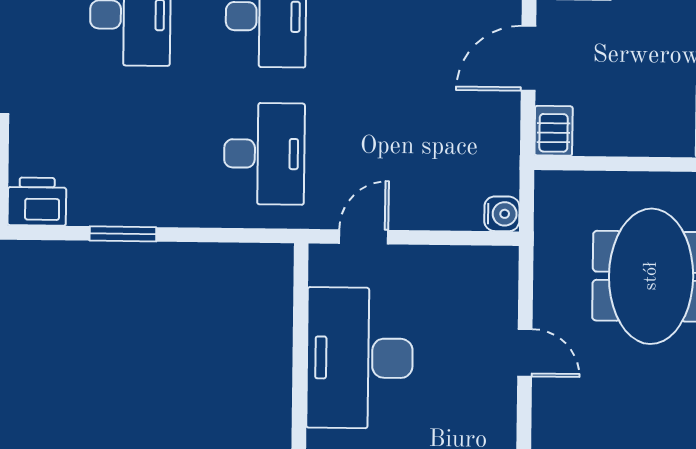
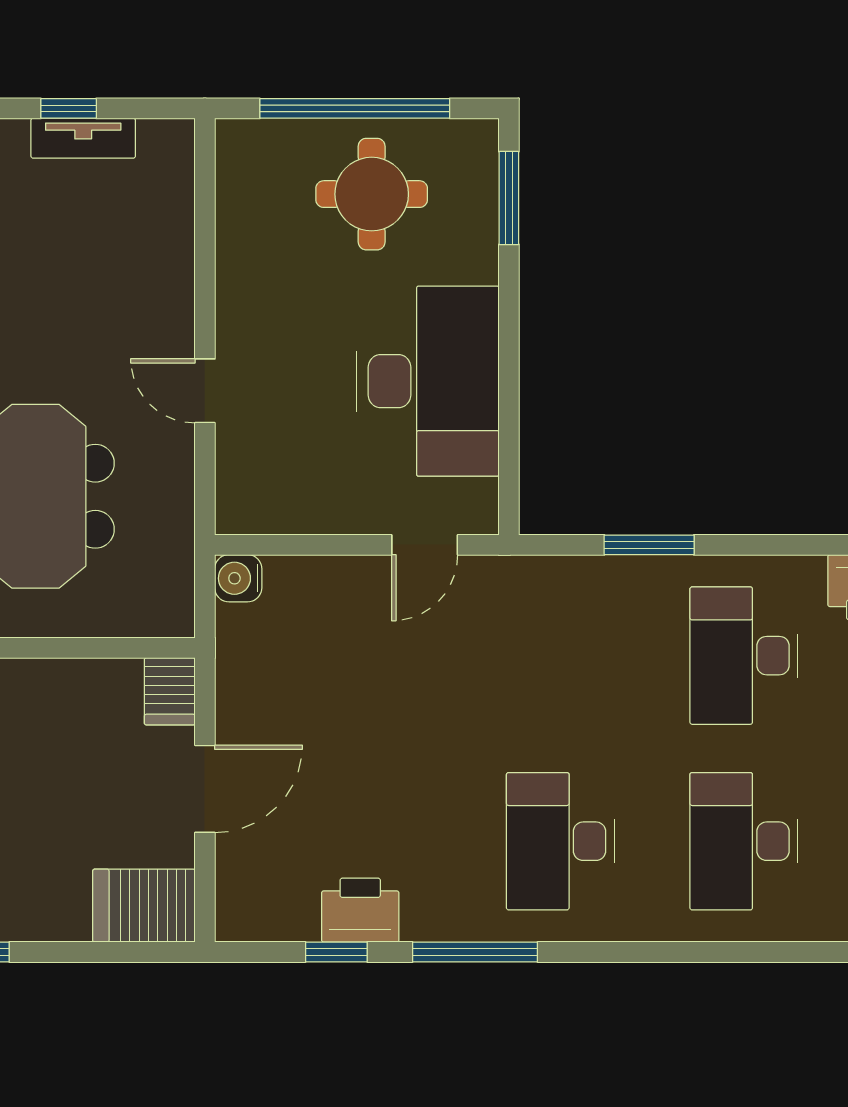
desk: (264, 154) -> (744, 656), moved
window: (123, 234) -> (649, 545), moved

